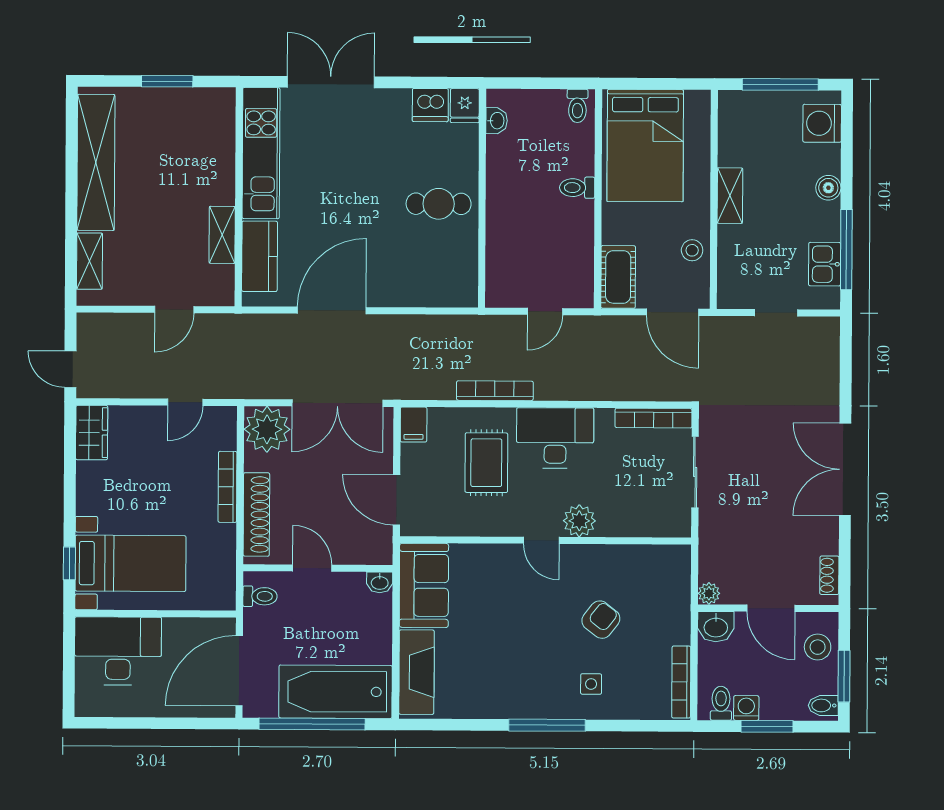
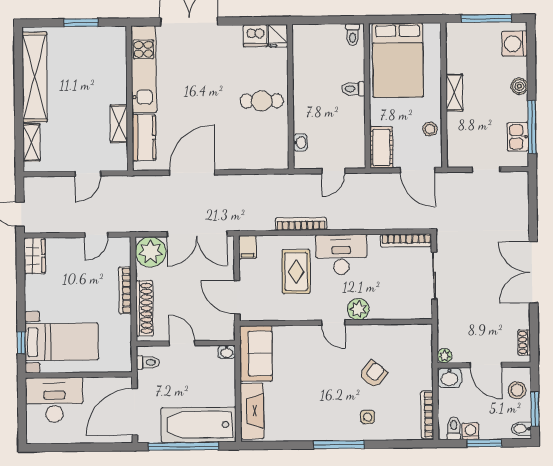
washbasin: (497, 121) -> (300, 142), moved

